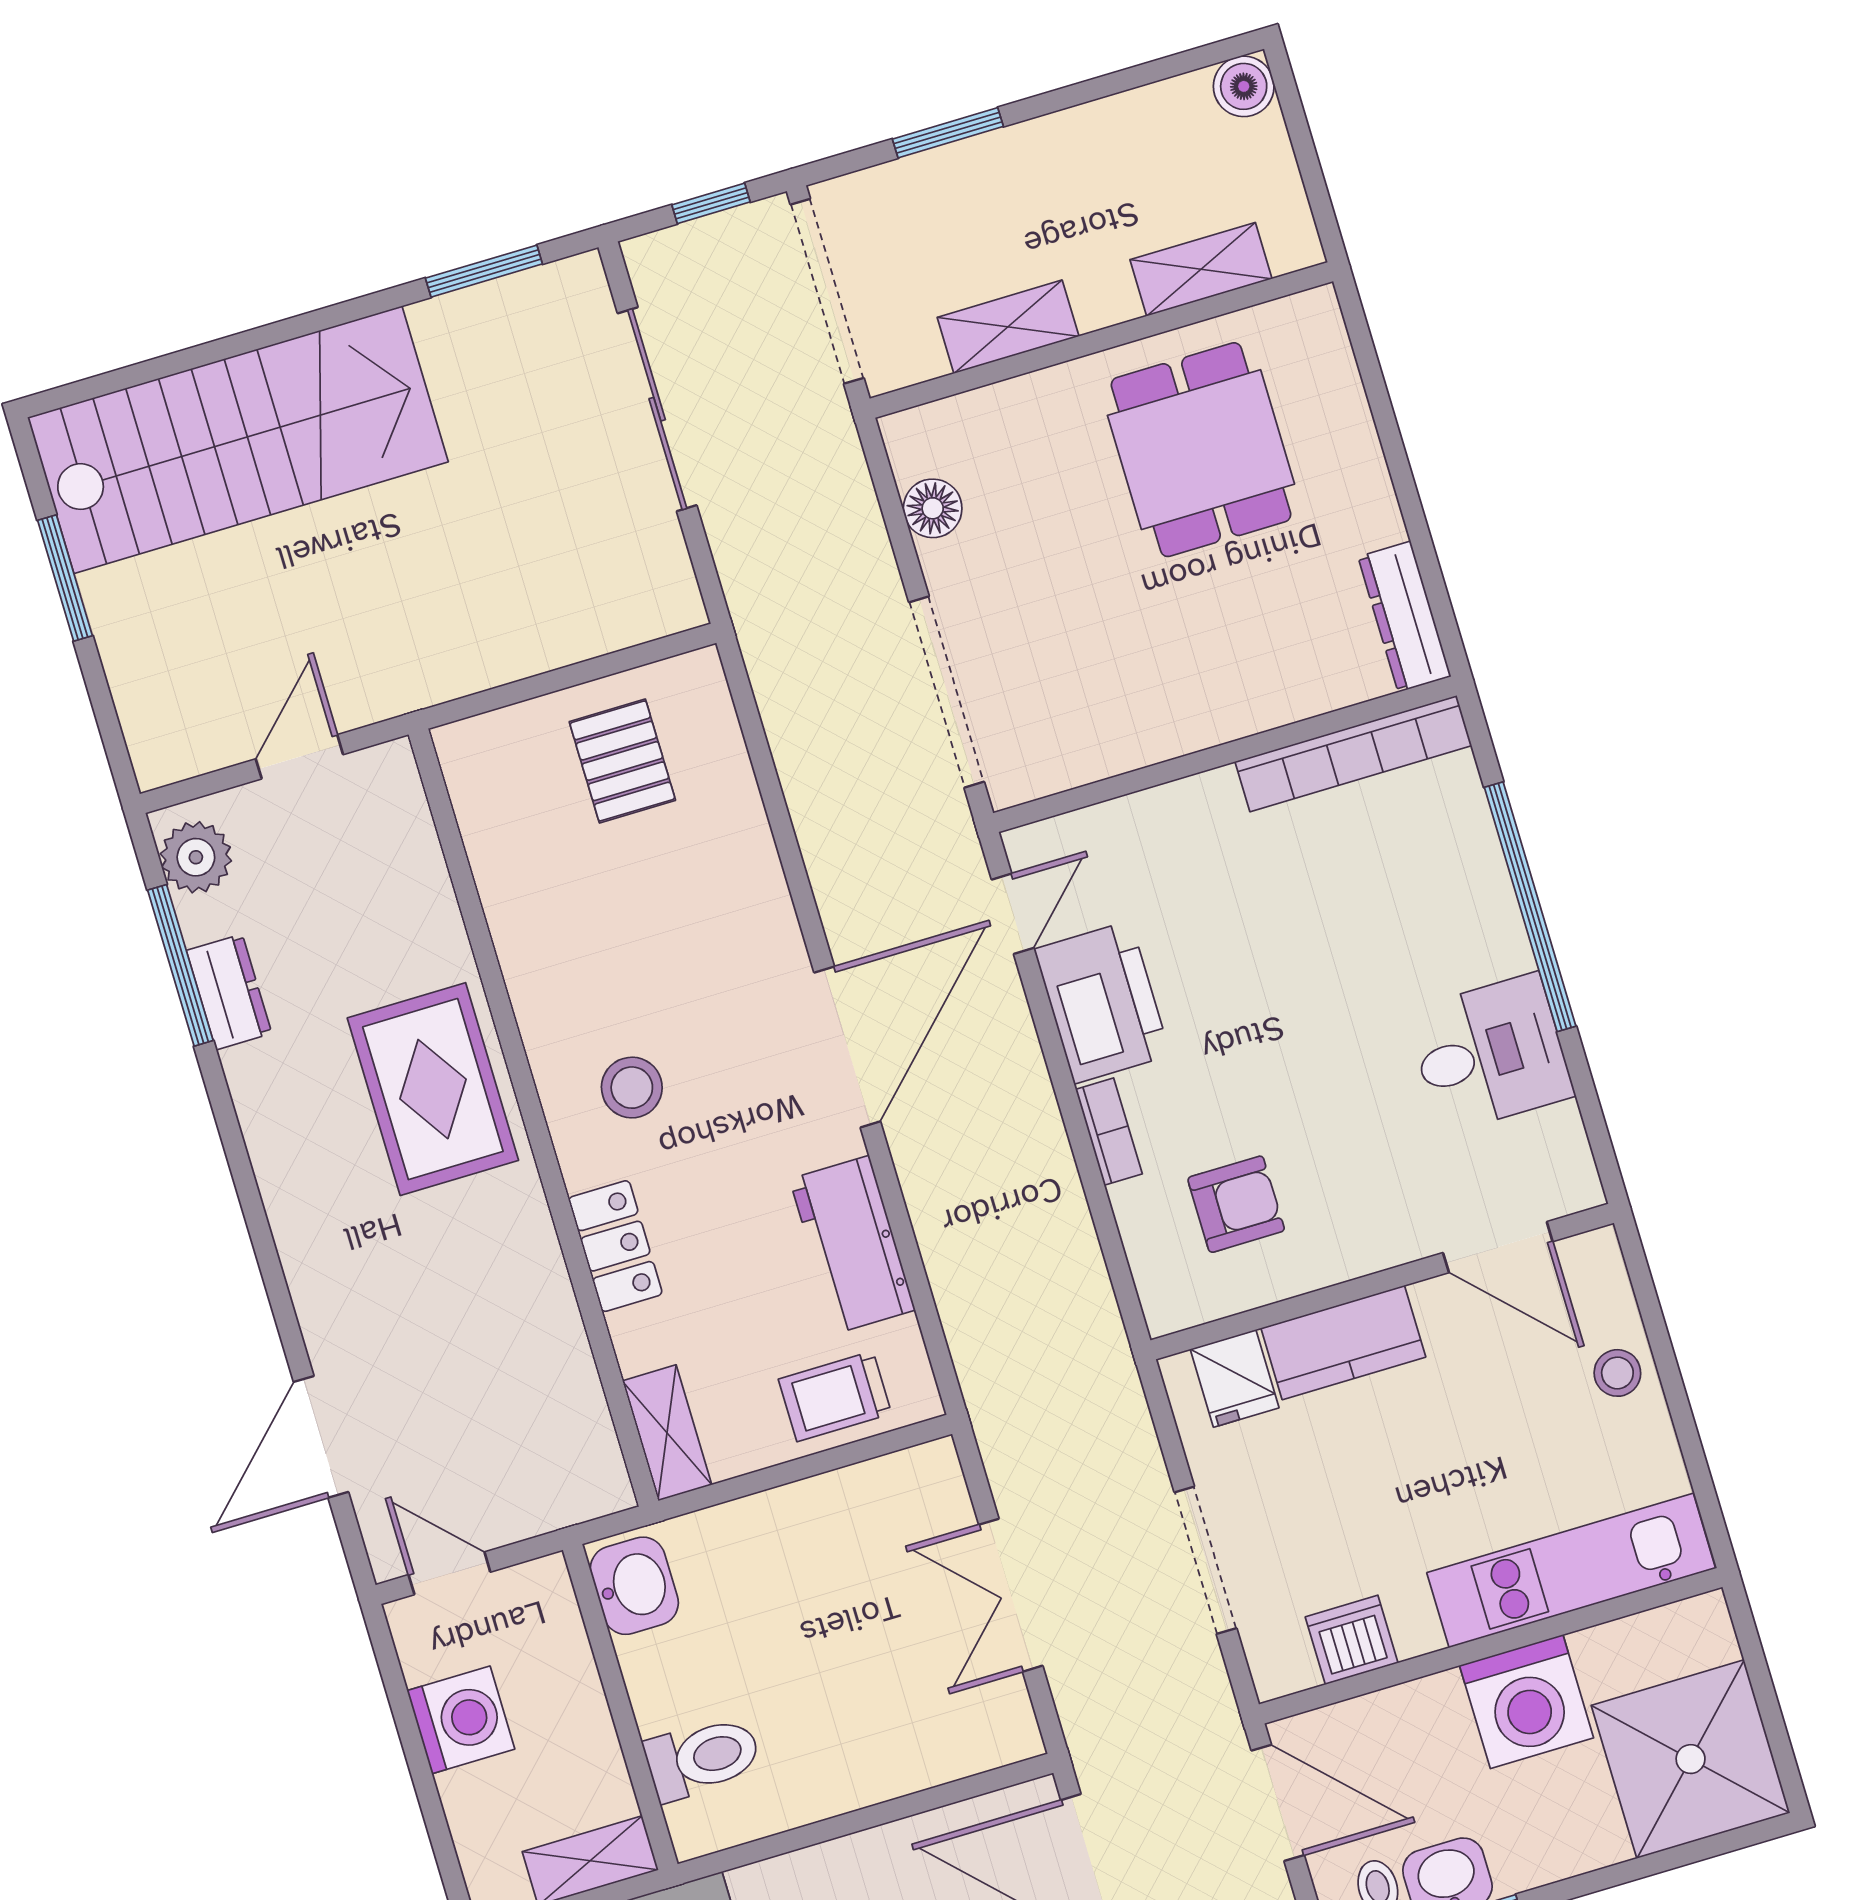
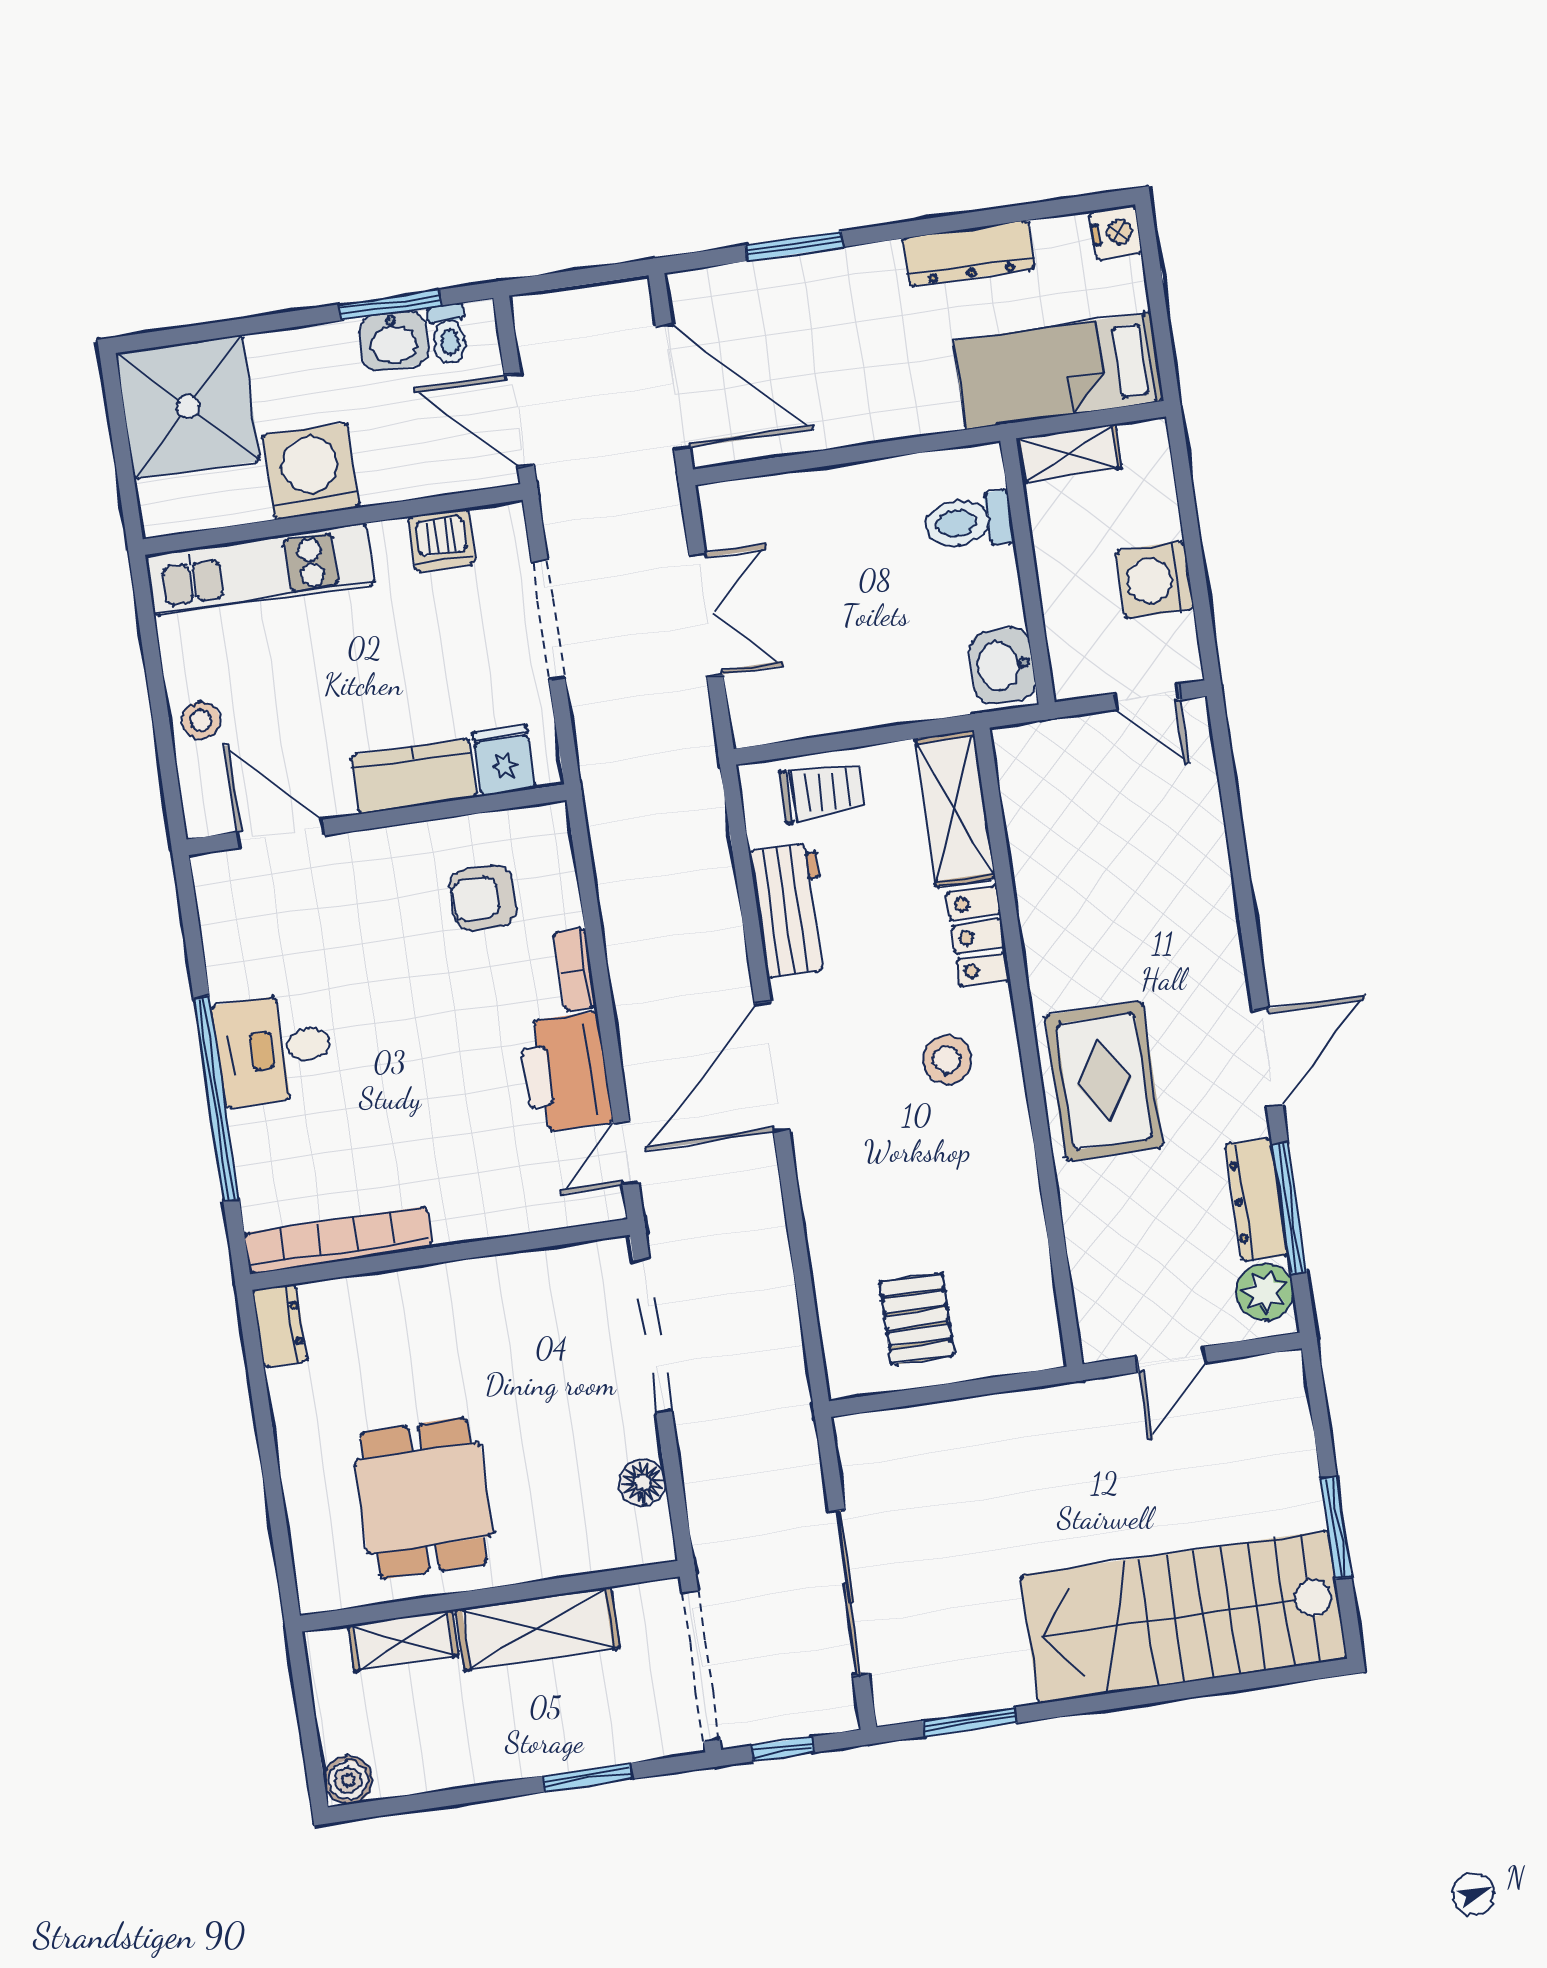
shelving: (1008, 327) -> (537, 1629), width x1.50, depth x1.33
dresser: (1404, 617) -> (280, 1326), width x0.70
dresser: (229, 992) -> (1257, 1200), width x1.44
desk: (1490, 1053) -> (274, 1049), moved
shelving: (667, 1433) -> (955, 809), width x1.50, depth x1.33
door: (321, 1437) -> (1268, 1058), moved

